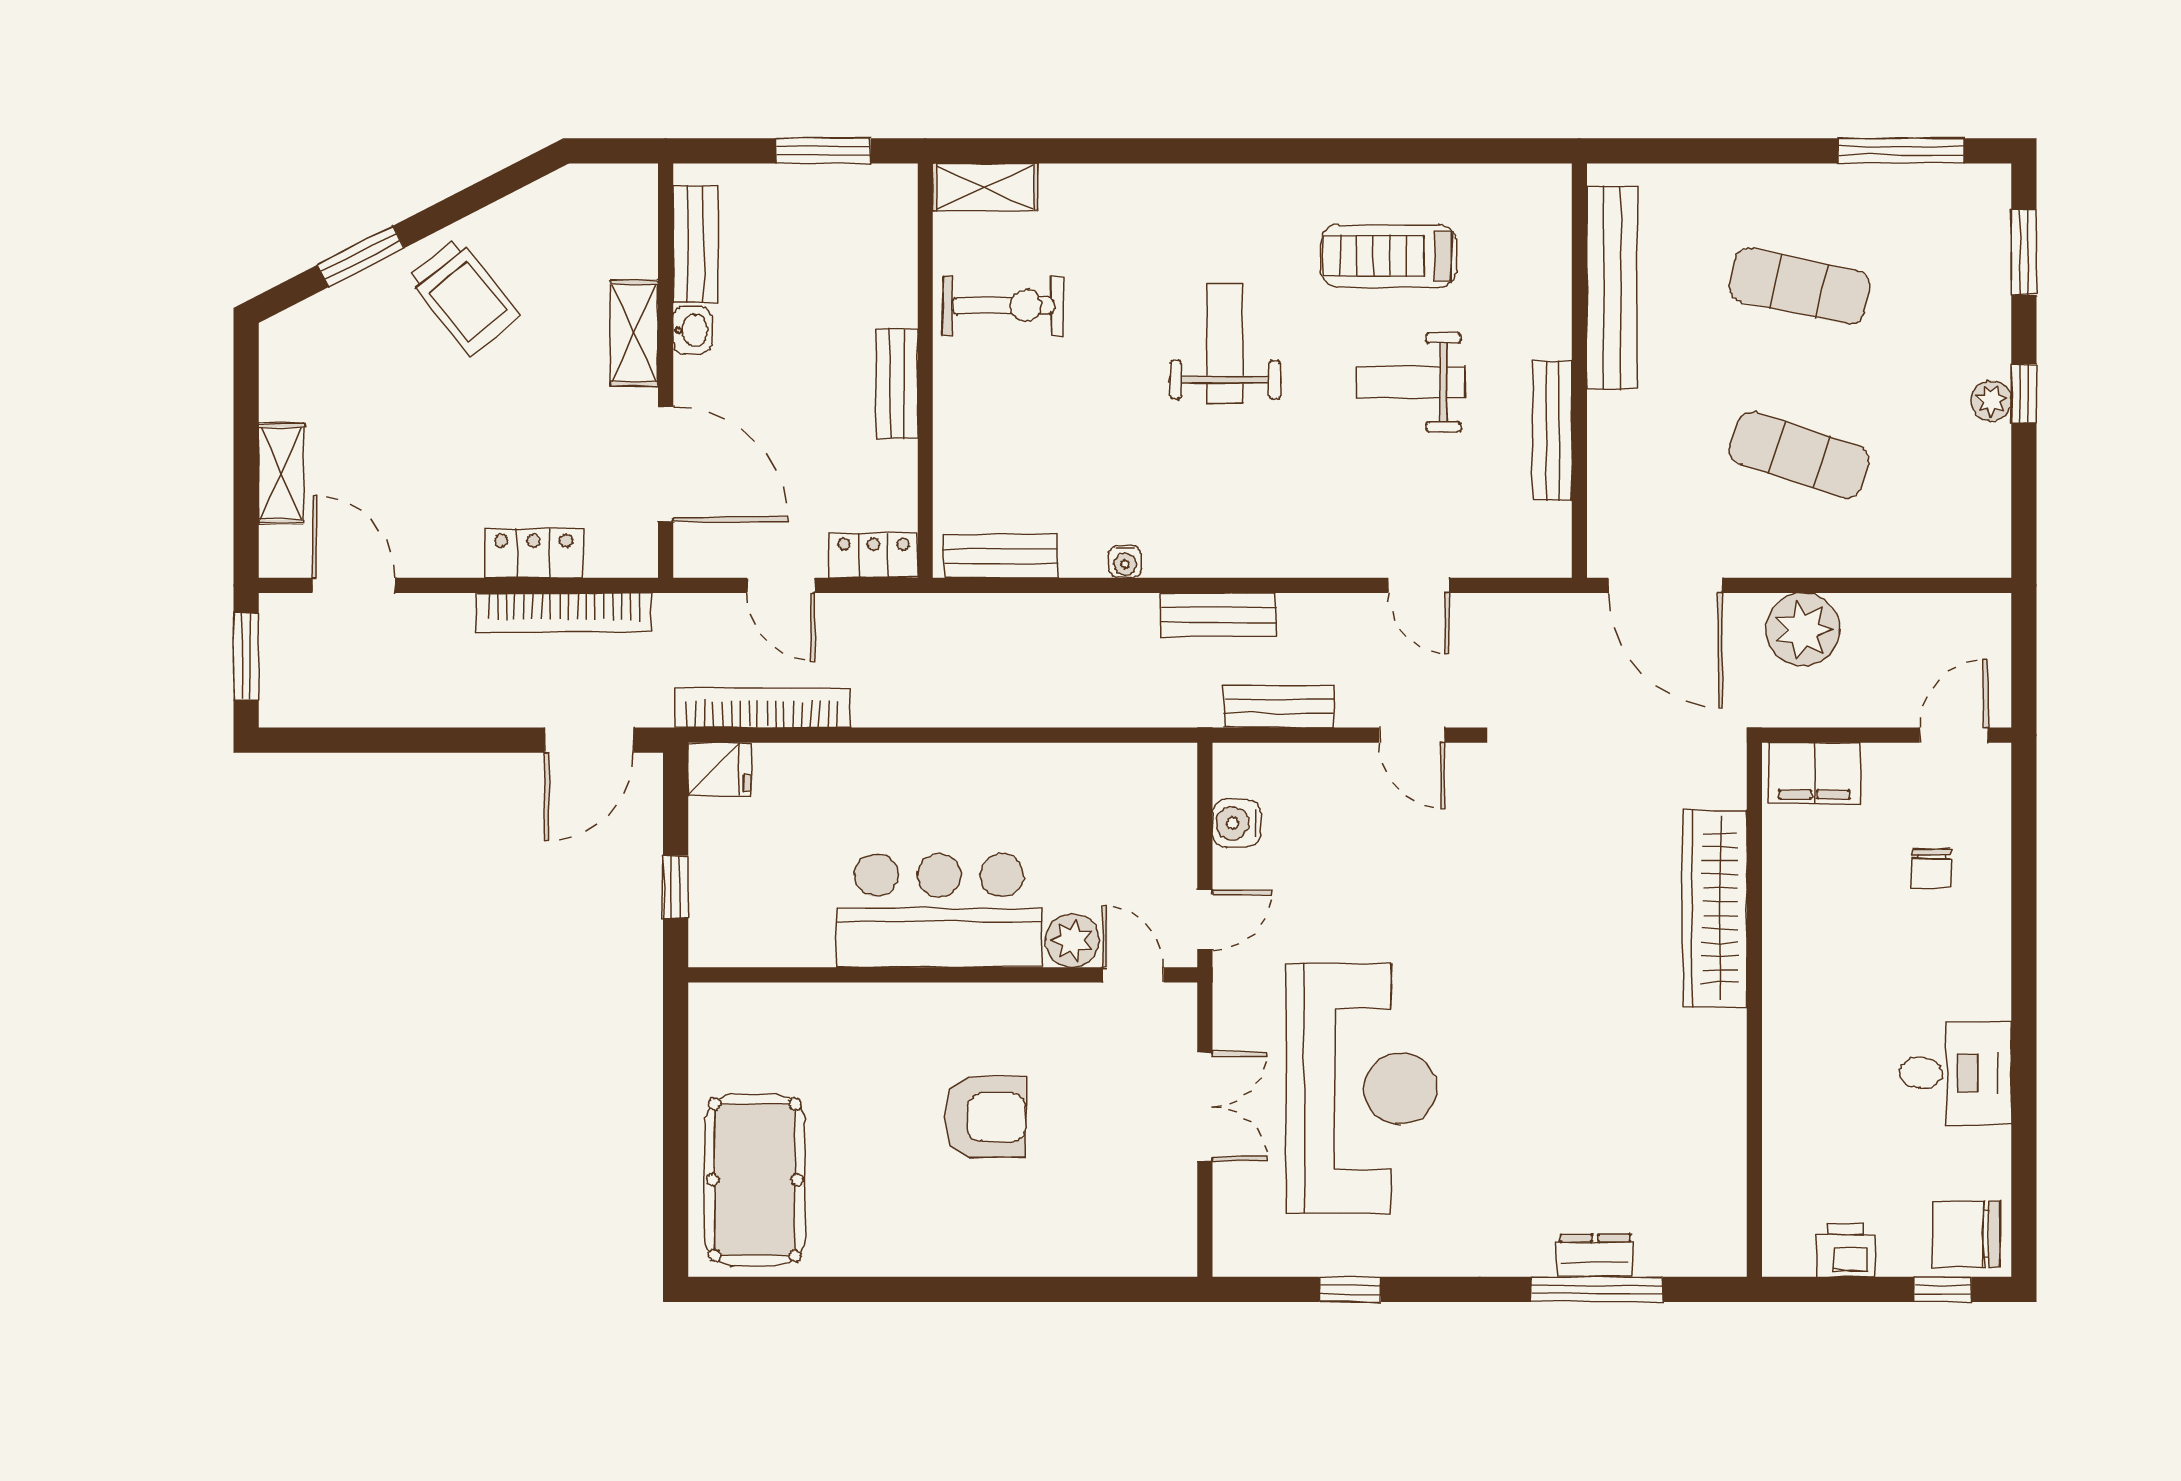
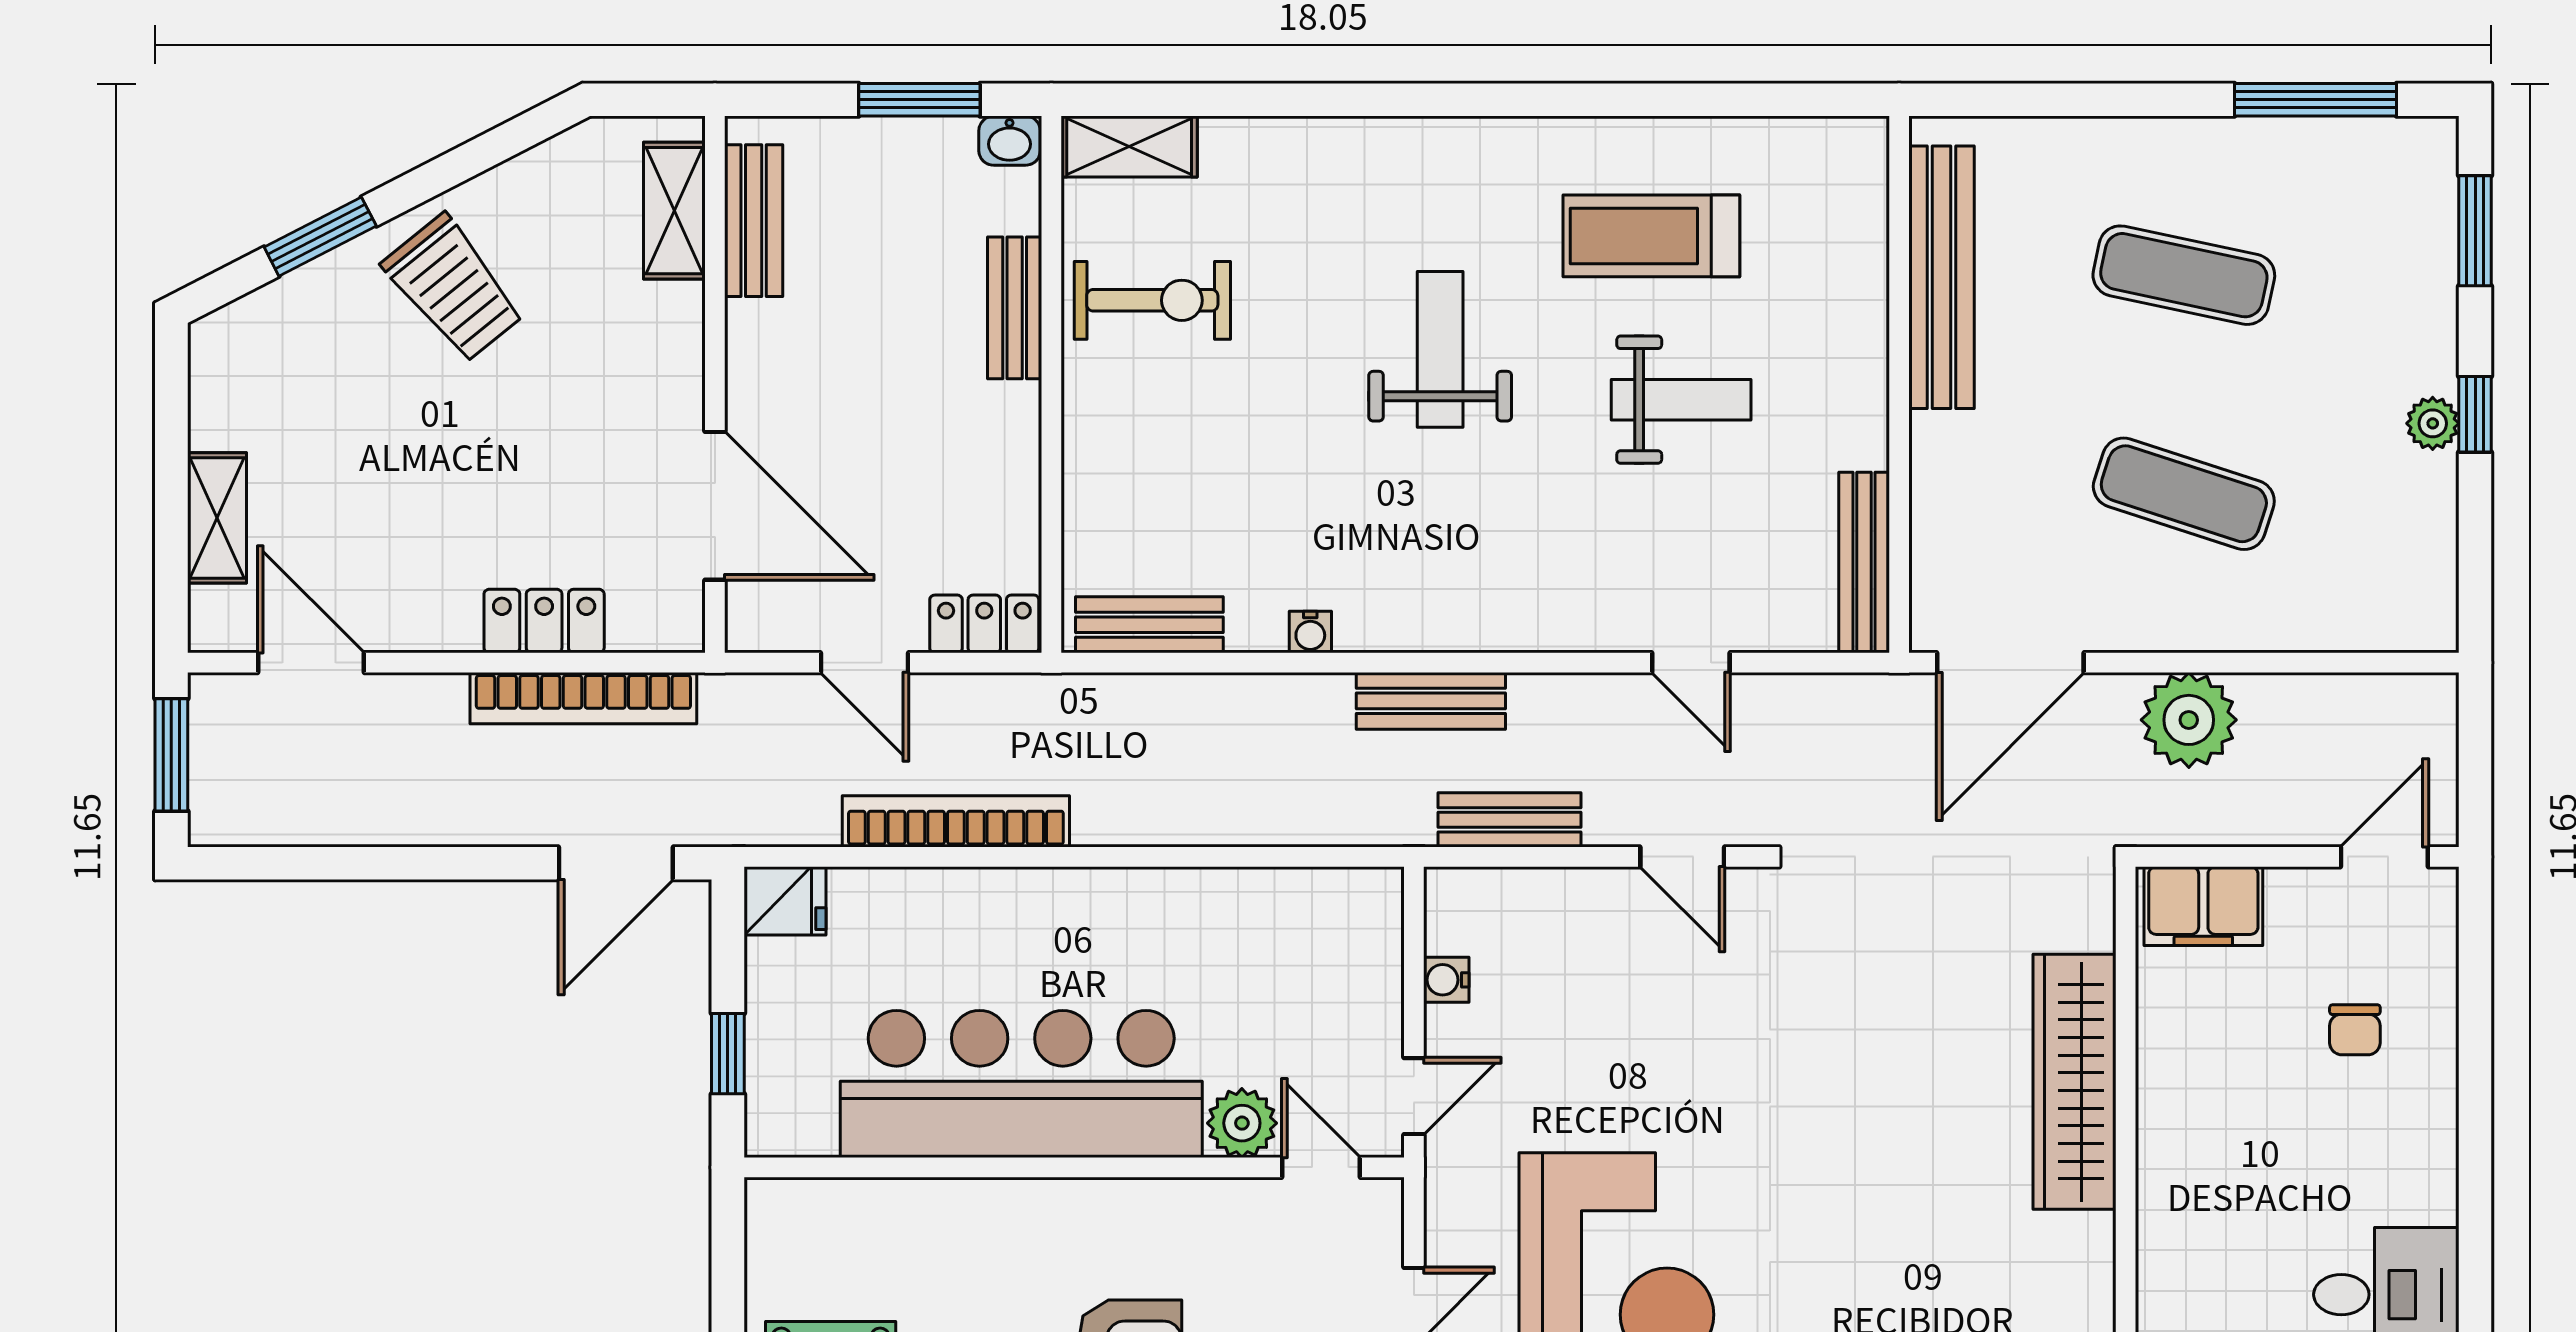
washbasin: (692, 330) -> (1010, 141), moved, turned 90
shelving: (634, 333) -> (674, 211), moved
weight bench: (1411, 382) -> (1681, 400), turned 180
bench: (897, 384) -> (1015, 308), moved
bench: (1552, 431) -> (1864, 563), moved
door: (1665, 585) -> (2010, 663), hinge flipped
bookcase: (762, 708) -> (956, 821), moved
water cooler: (1237, 823) -> (1446, 980), width x0.72, depth x0.72
bar counter: (939, 910) -> (1021, 1084), width x1.36

